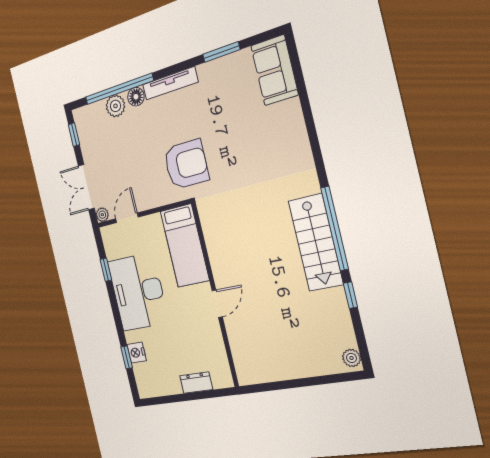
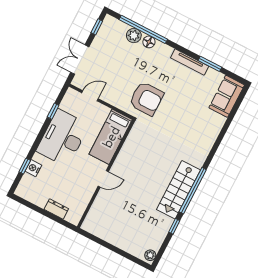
tv unit: (170, 83) -> (190, 62), moved
plant: (102, 215) -> (77, 82), removed

